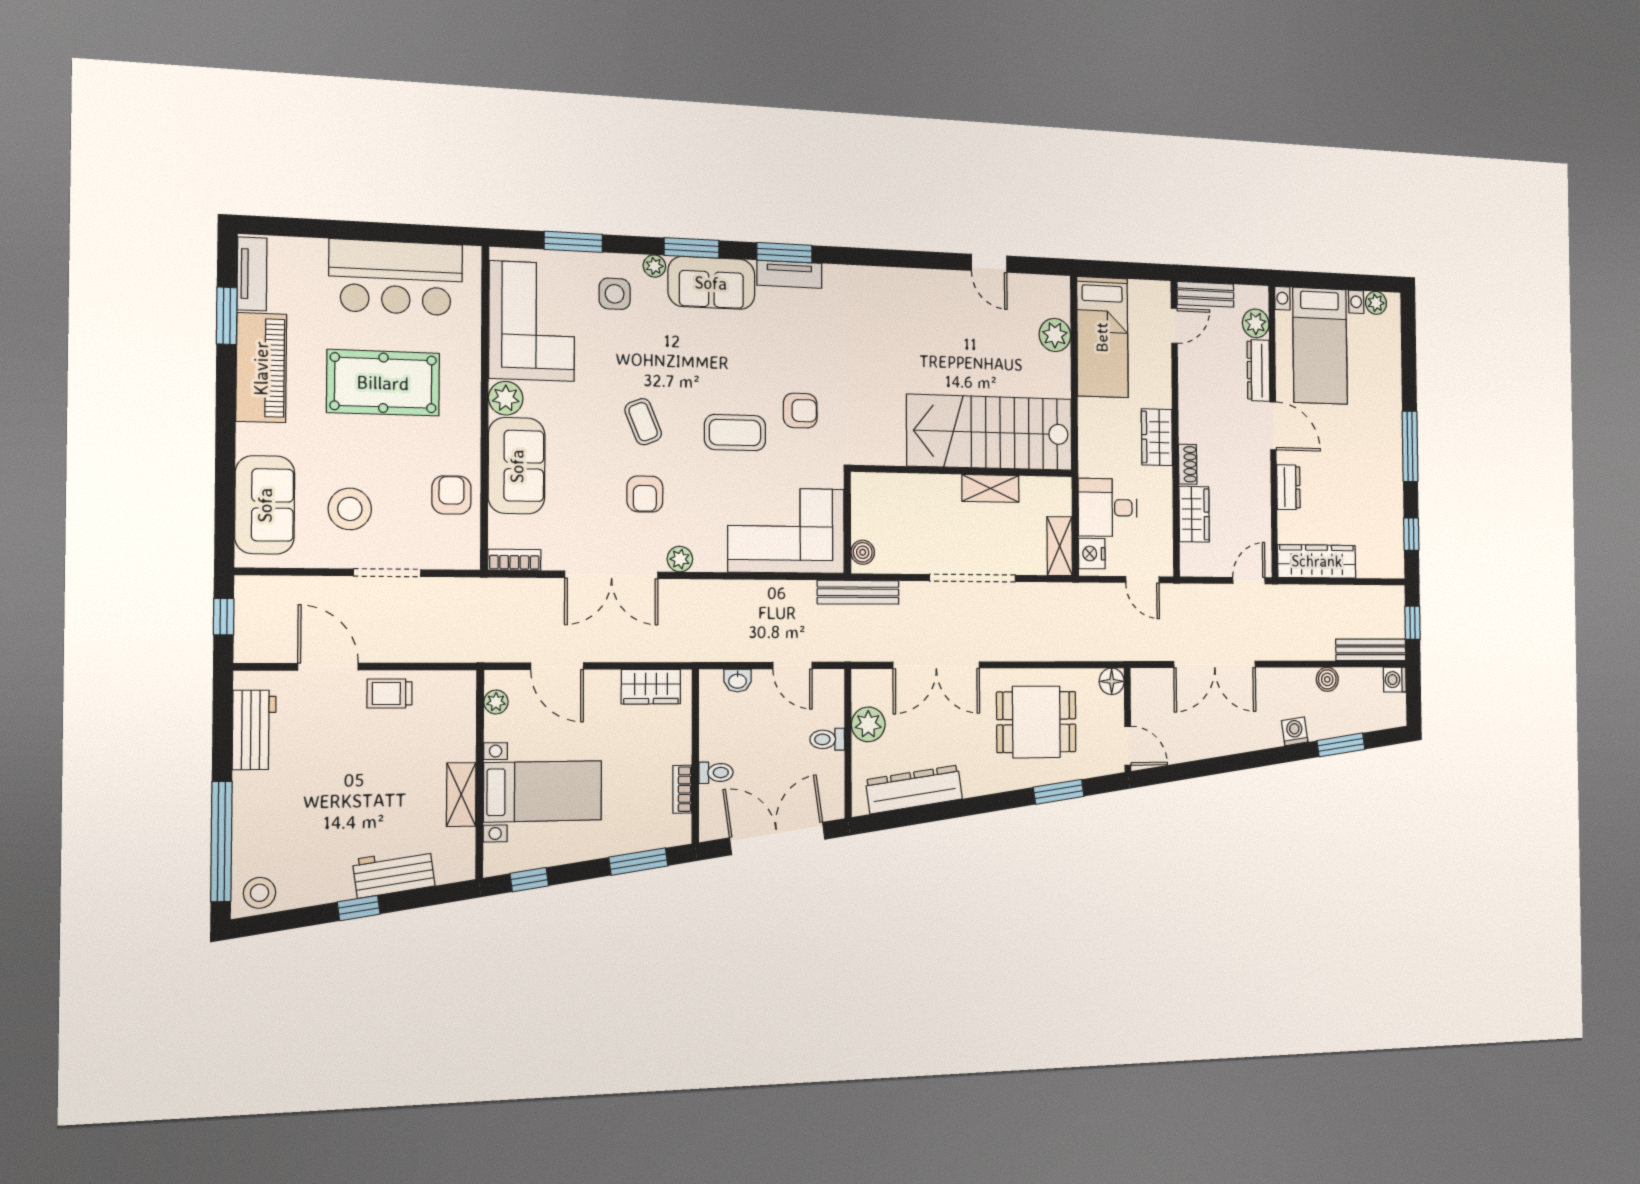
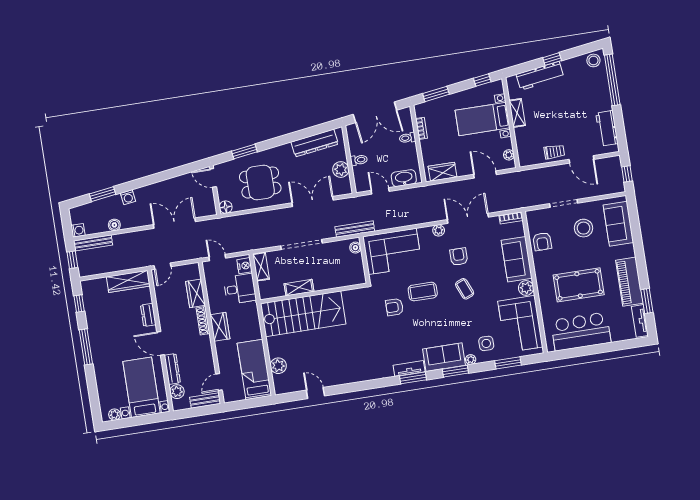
shoe rack: (1188, 464) -> (203, 321), width x1.43
washbasin: (738, 680) -> (404, 178), width x1.91, depth x1.45
workbench: (394, 873) -> (540, 76), width x1.38

